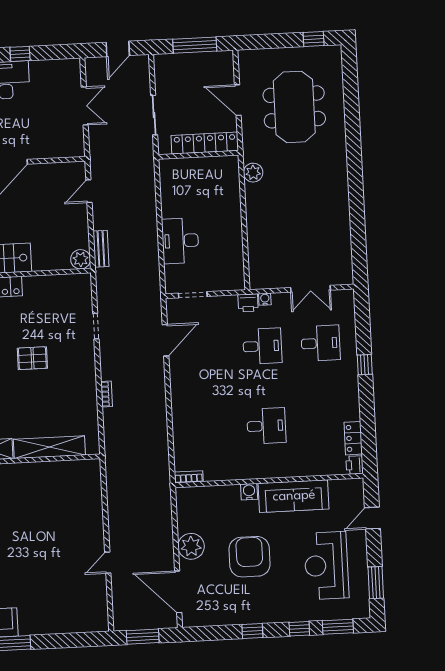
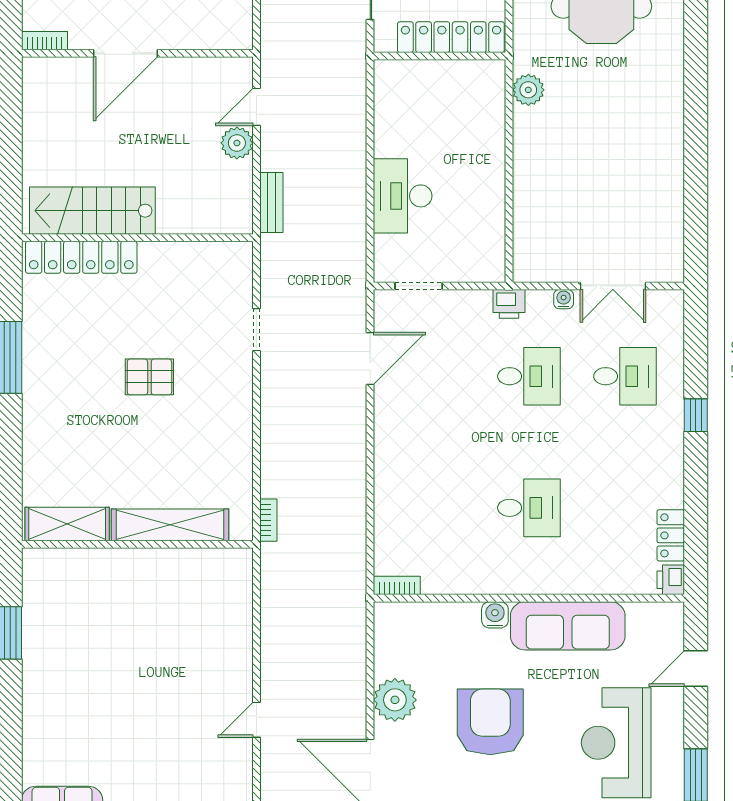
plant: (81, 259) -> (237, 143), moved
water cooler: (265, 299) -> (564, 299), moved
bookcase: (106, 394) -> (268, 520), moved

